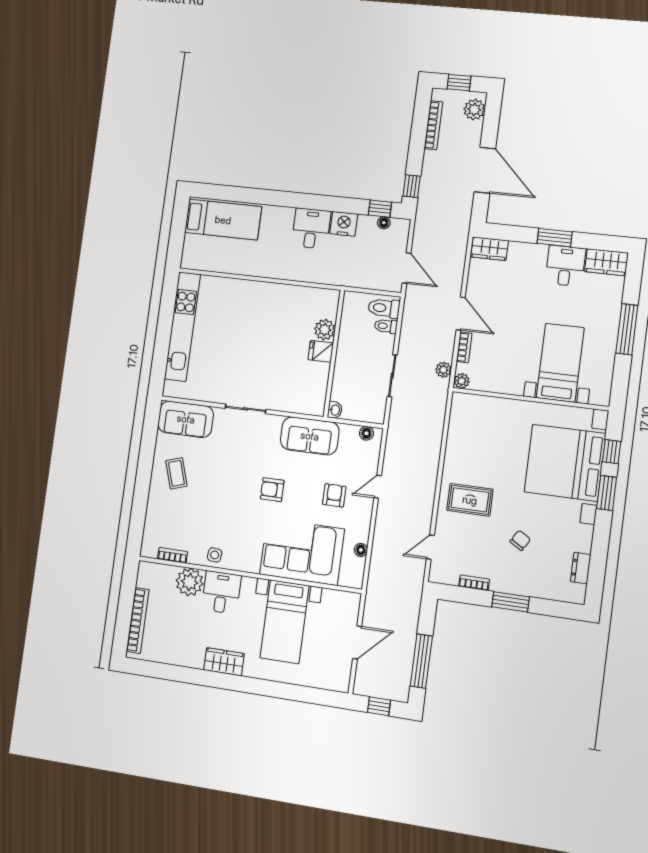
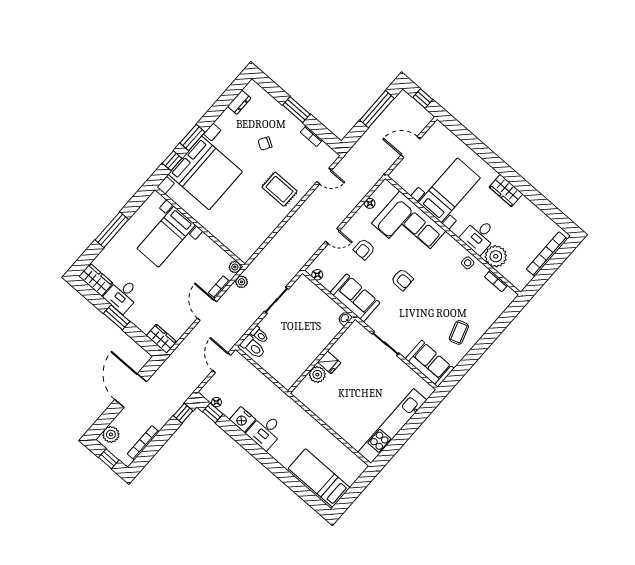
plant: (325, 330) -> (317, 375), moved
fridge: (321, 351) -> (329, 362), moved
wall: (334, 354) -> (322, 355), moved
washbasin: (335, 410) -> (345, 318), moved

